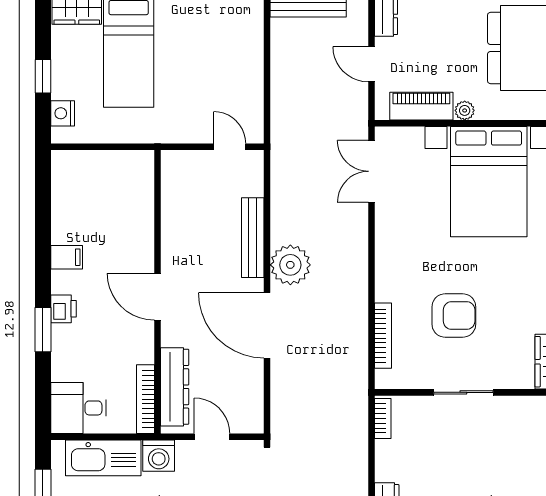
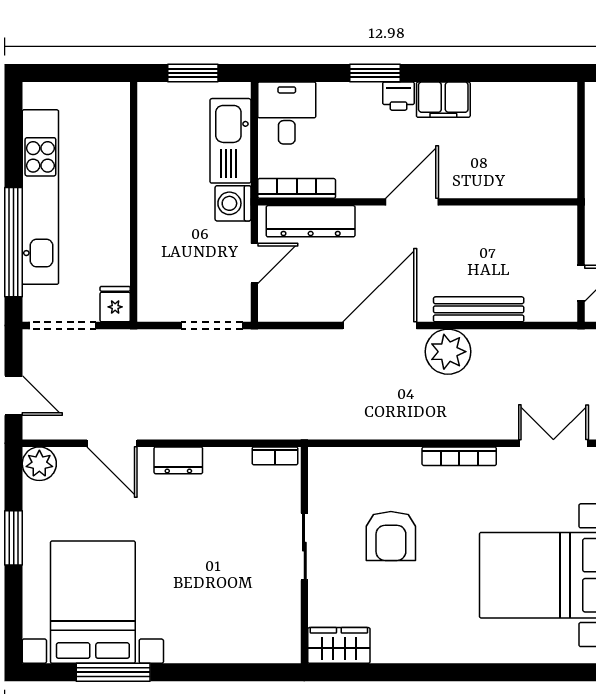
filing cabinet: (67, 257) -> (443, 100), width x2.00
bookcase: (383, 336) -> (459, 456), moved

